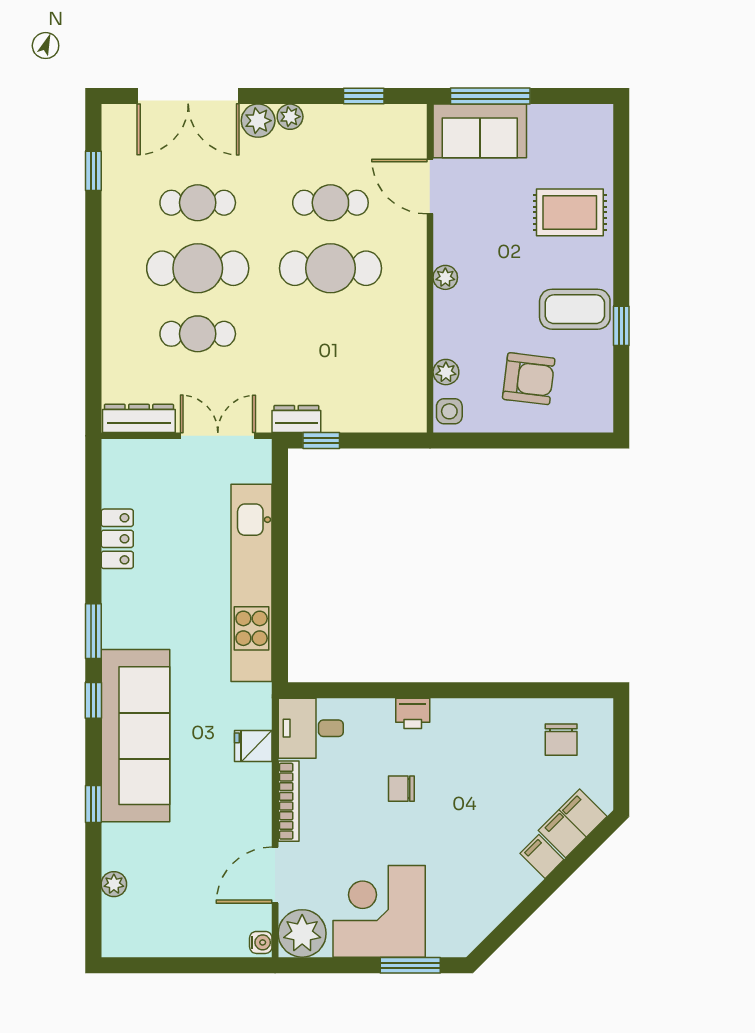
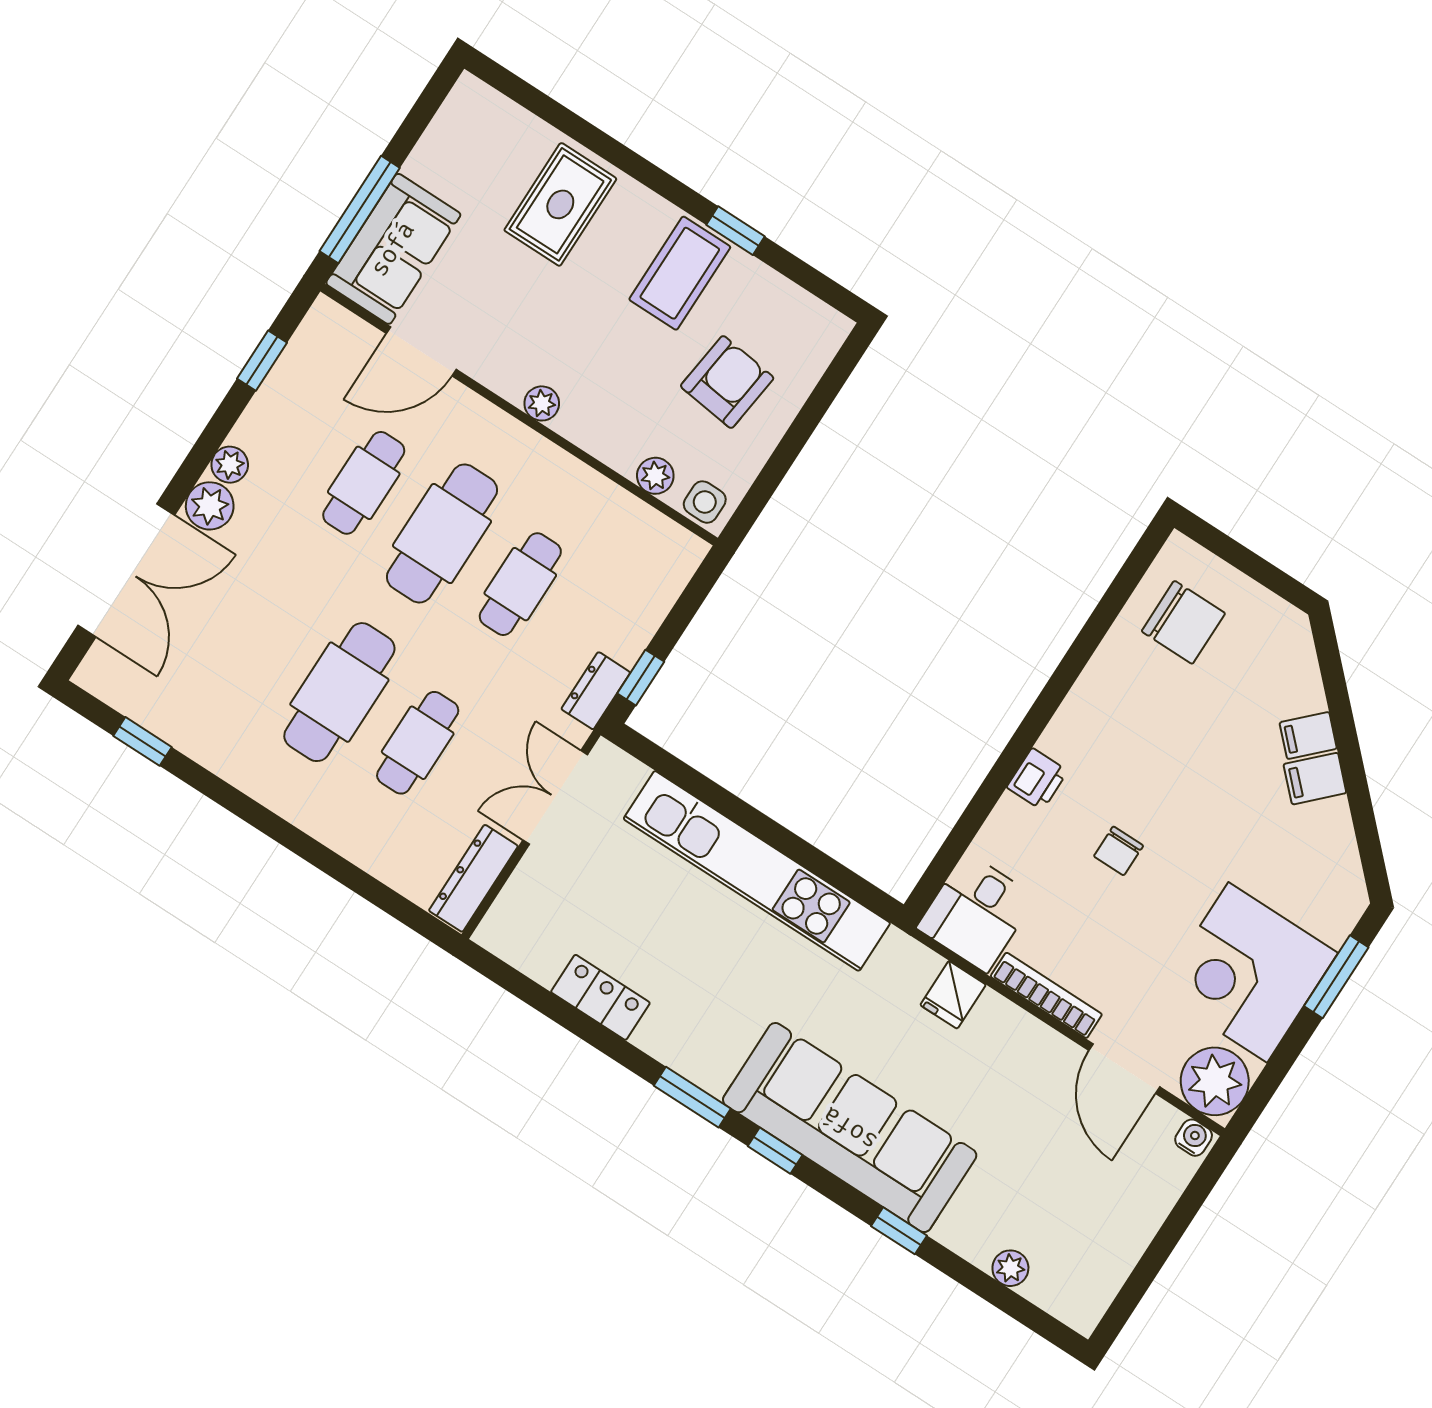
cafe table: (198, 203) -> (520, 584), moved
chair: (561, 740) -> (1183, 622), width x1.37, depth x1.37
filing cabinet: (573, 823) -> (1315, 779), moved, width x0.50

